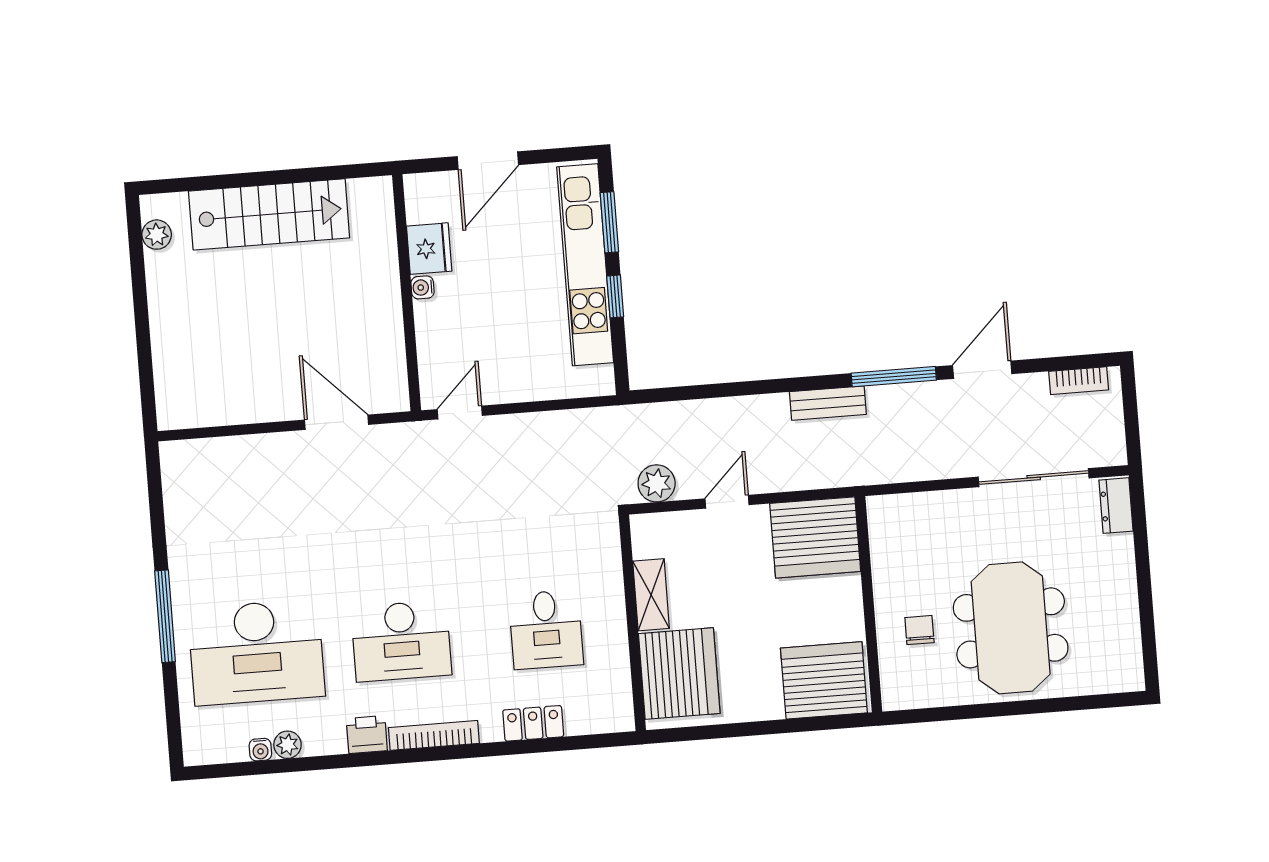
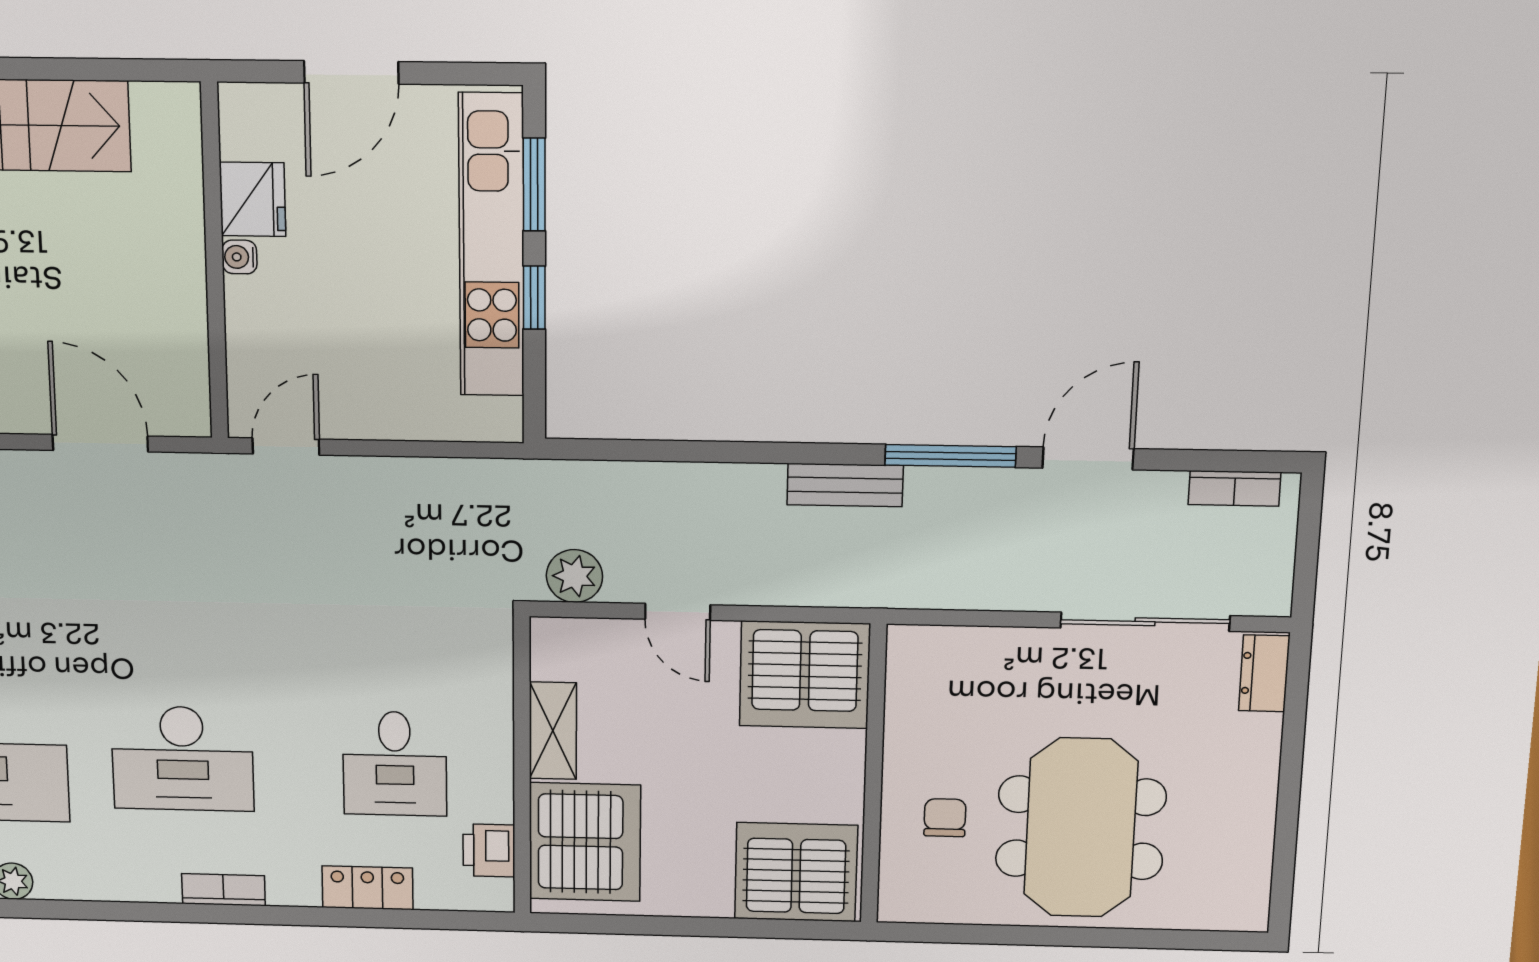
door: (727, 502) -> (678, 612), swing flipped
printer: (367, 735) -> (489, 850), moved, turned -90
bookcase: (434, 735) -> (223, 890), width x0.64

